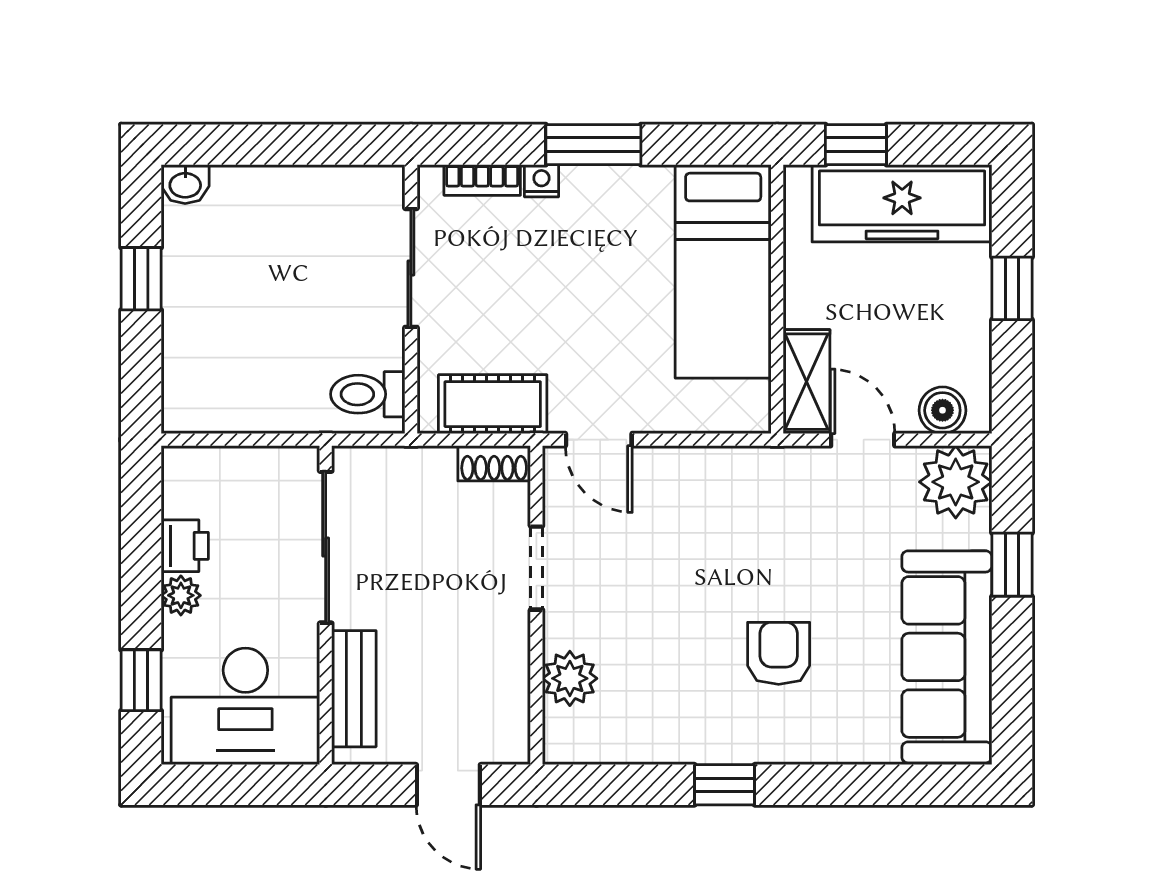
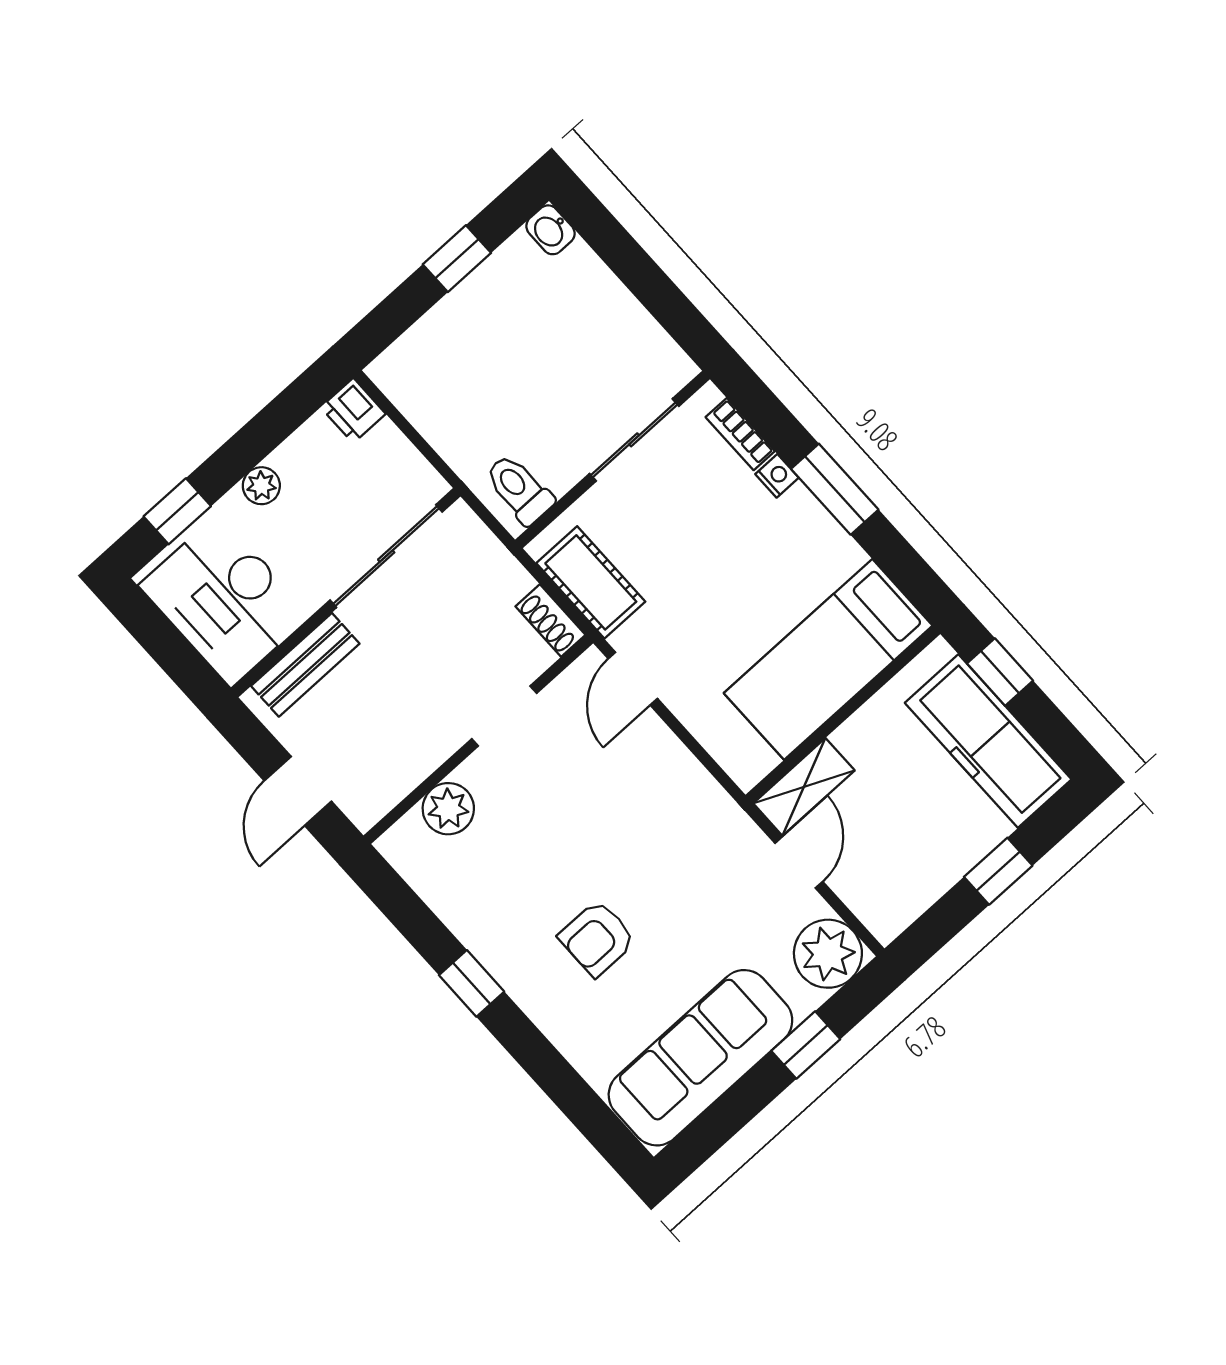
boiler: (942, 410) -> (869, 899), removed
printer: (185, 546) -> (353, 411), moved, turned 90
armchair: (779, 653) -> (597, 938), turned 180

